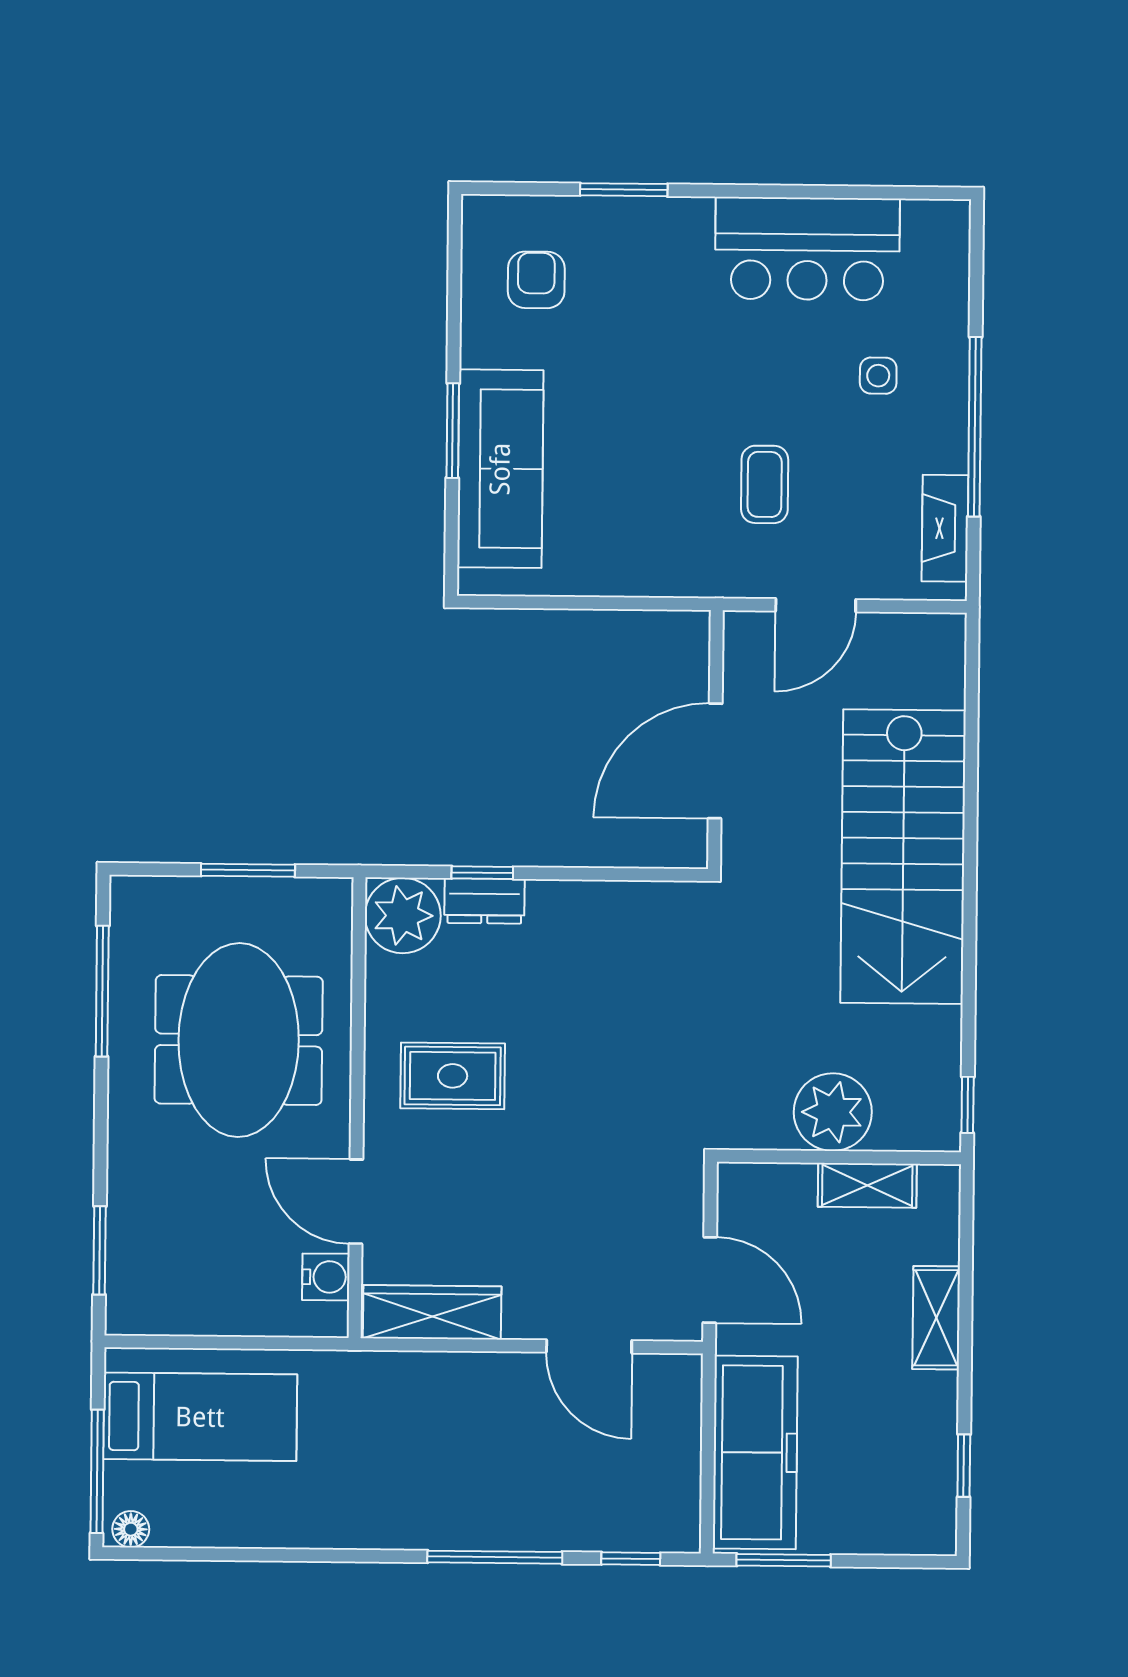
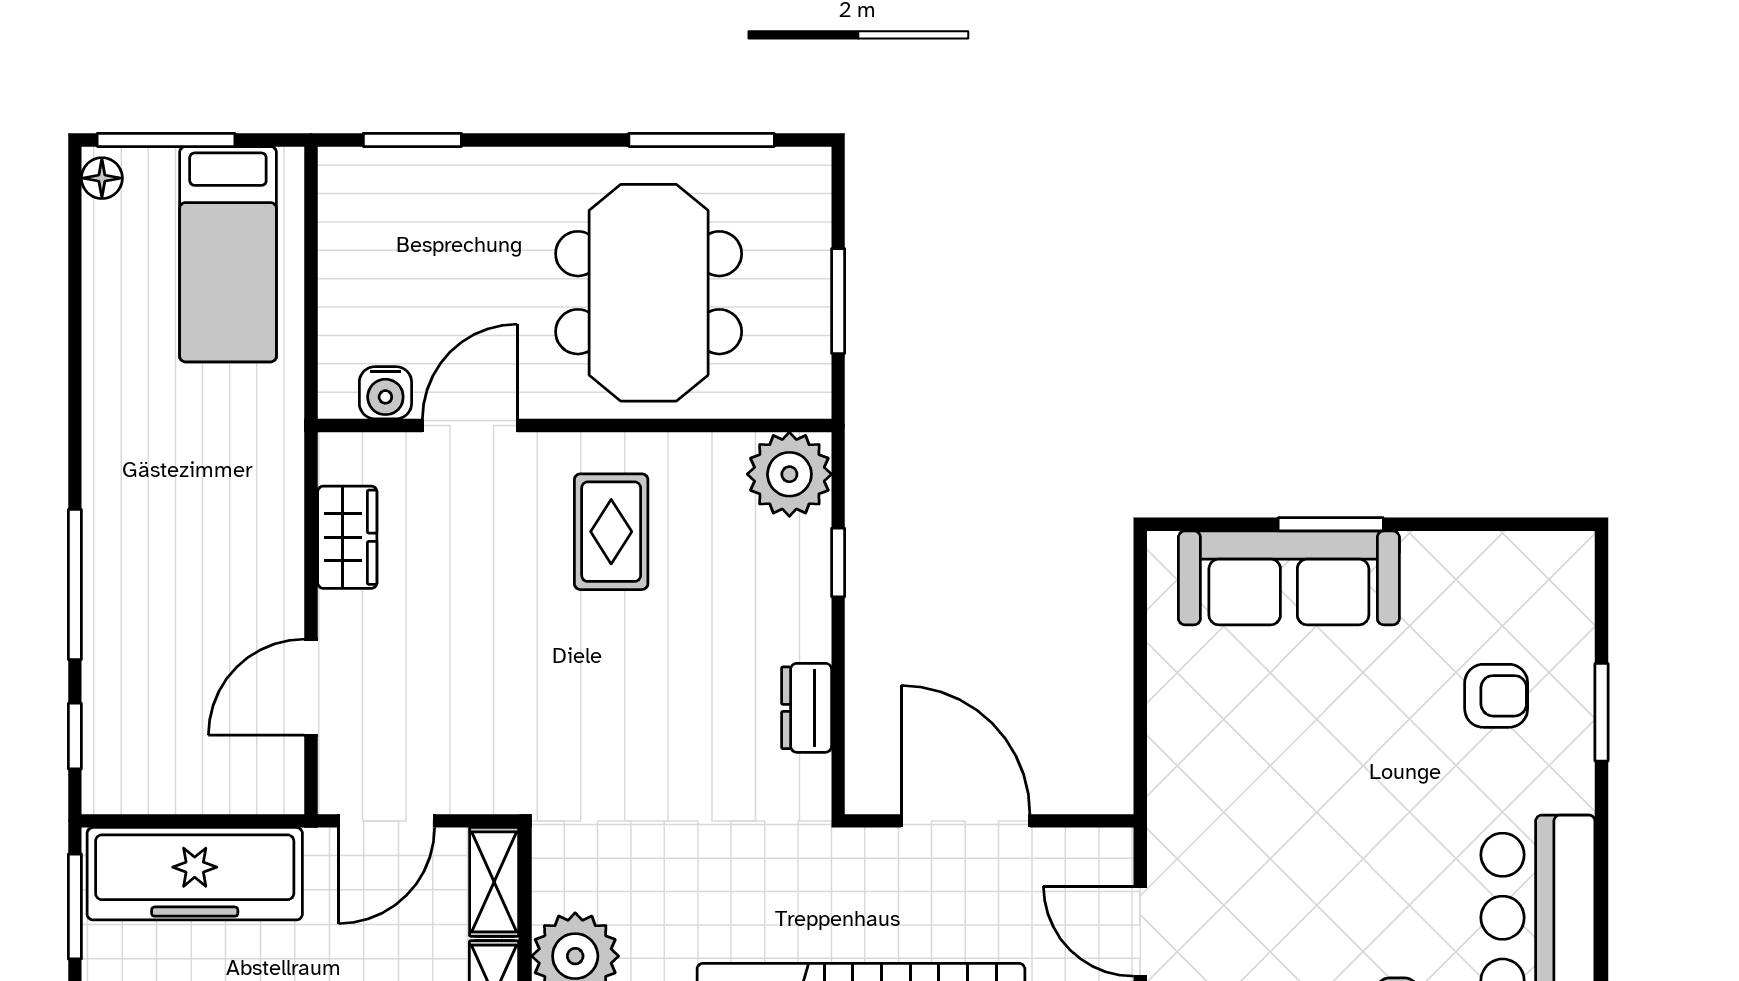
armchair: (536, 280) -> (1496, 696), moved
coffee table: (765, 484) -> (1274, 873), removed
dresser: (484, 901) -> (807, 708), moved
meeting table: (239, 1040) -> (649, 293), turned 90
shelving: (765, 1184) -> (494, 882), added
wardrobe: (432, 1312) -> (347, 537), width x0.67

